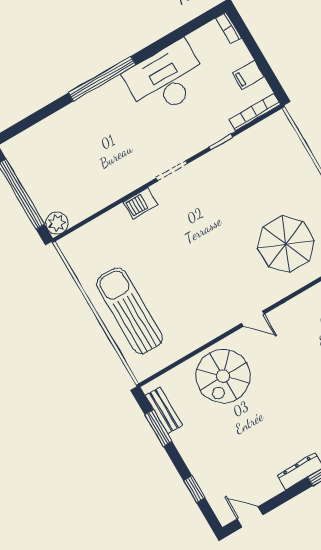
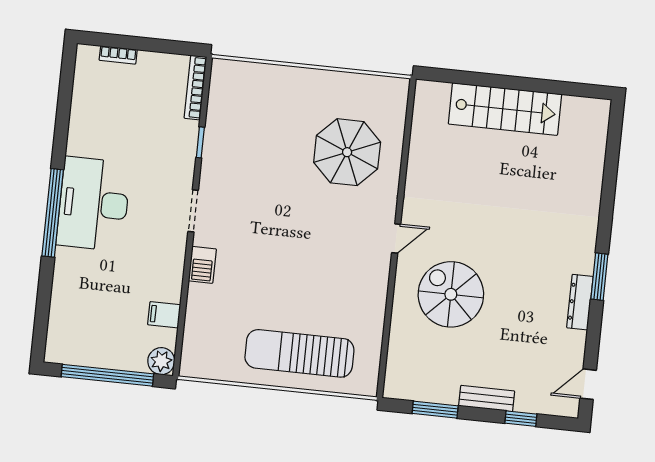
bookcase: (229, 28) -> (118, 55), moved
filing cabinet: (248, 75) -> (164, 315), moved, turned 90
desk: (166, 79) -> (94, 204), moved
spiral stairs: (223, 376) -> (451, 294), moved, turned 180
bench: (164, 410) -> (487, 398), moved

